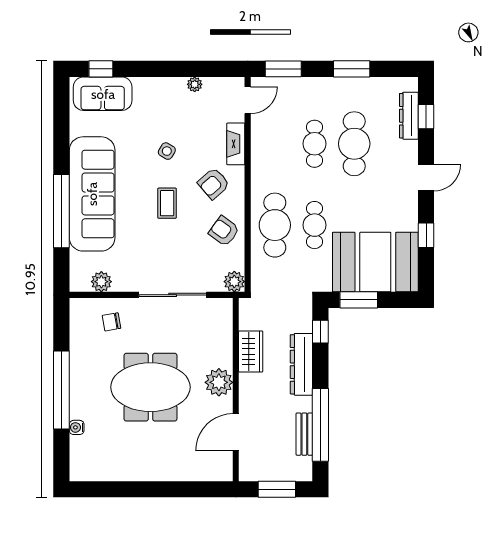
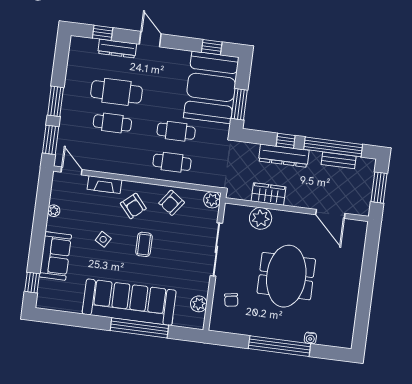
window: (352, 69) -> (56, 101), moved
sofa: (103, 94) -> (55, 256), moved
dresser: (409, 116) -> (117, 49), moved
coffee table: (167, 203) -> (144, 244), turned 90
cafe table: (275, 225) -> (172, 162), width x0.73, depth x0.74
window: (426, 235) -> (212, 47), moved
window: (320, 332) -> (286, 141), moved
plant: (219, 382) -> (261, 218), moved

